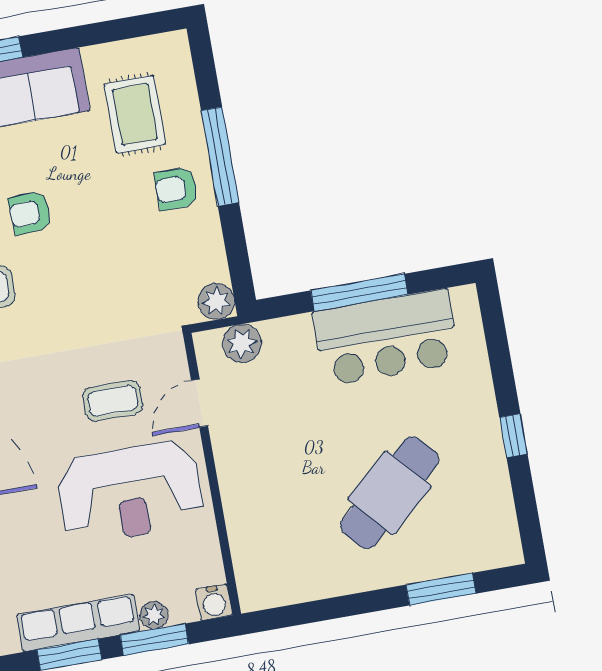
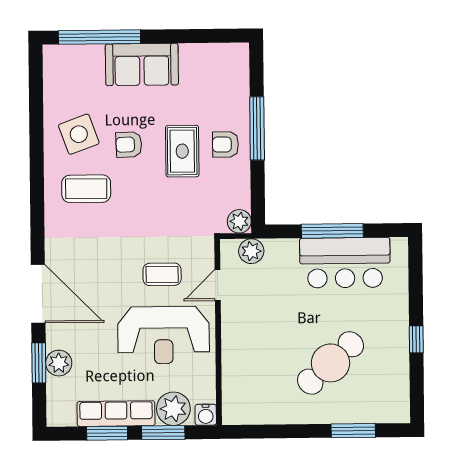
rug: (135, 114) -> (182, 151), moved
plant: (154, 615) -> (173, 409), width x1.88, depth x1.88

